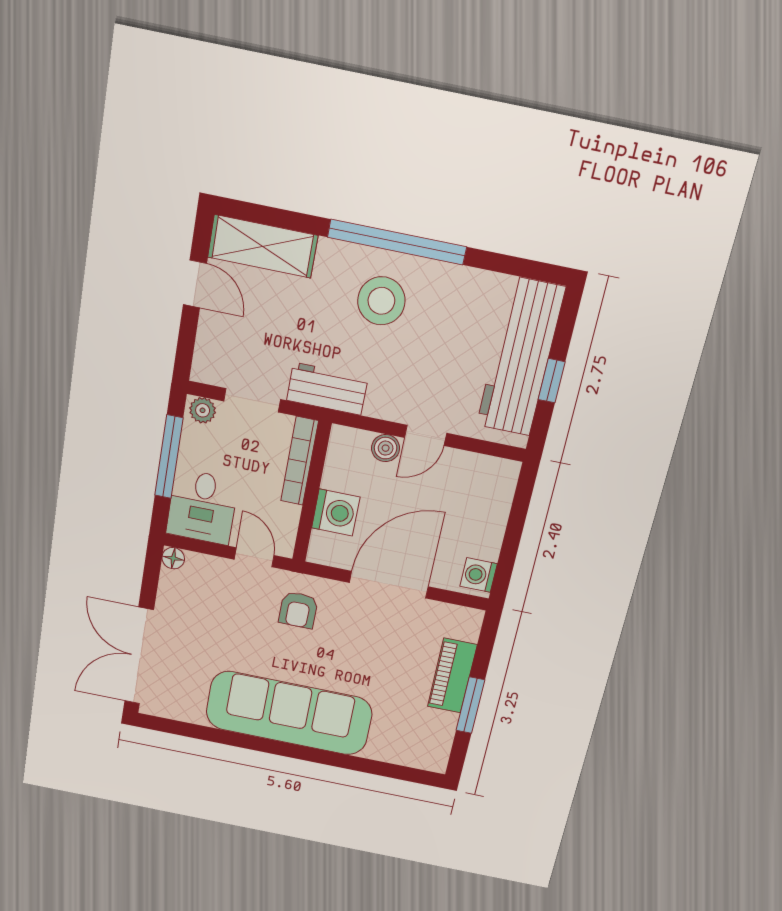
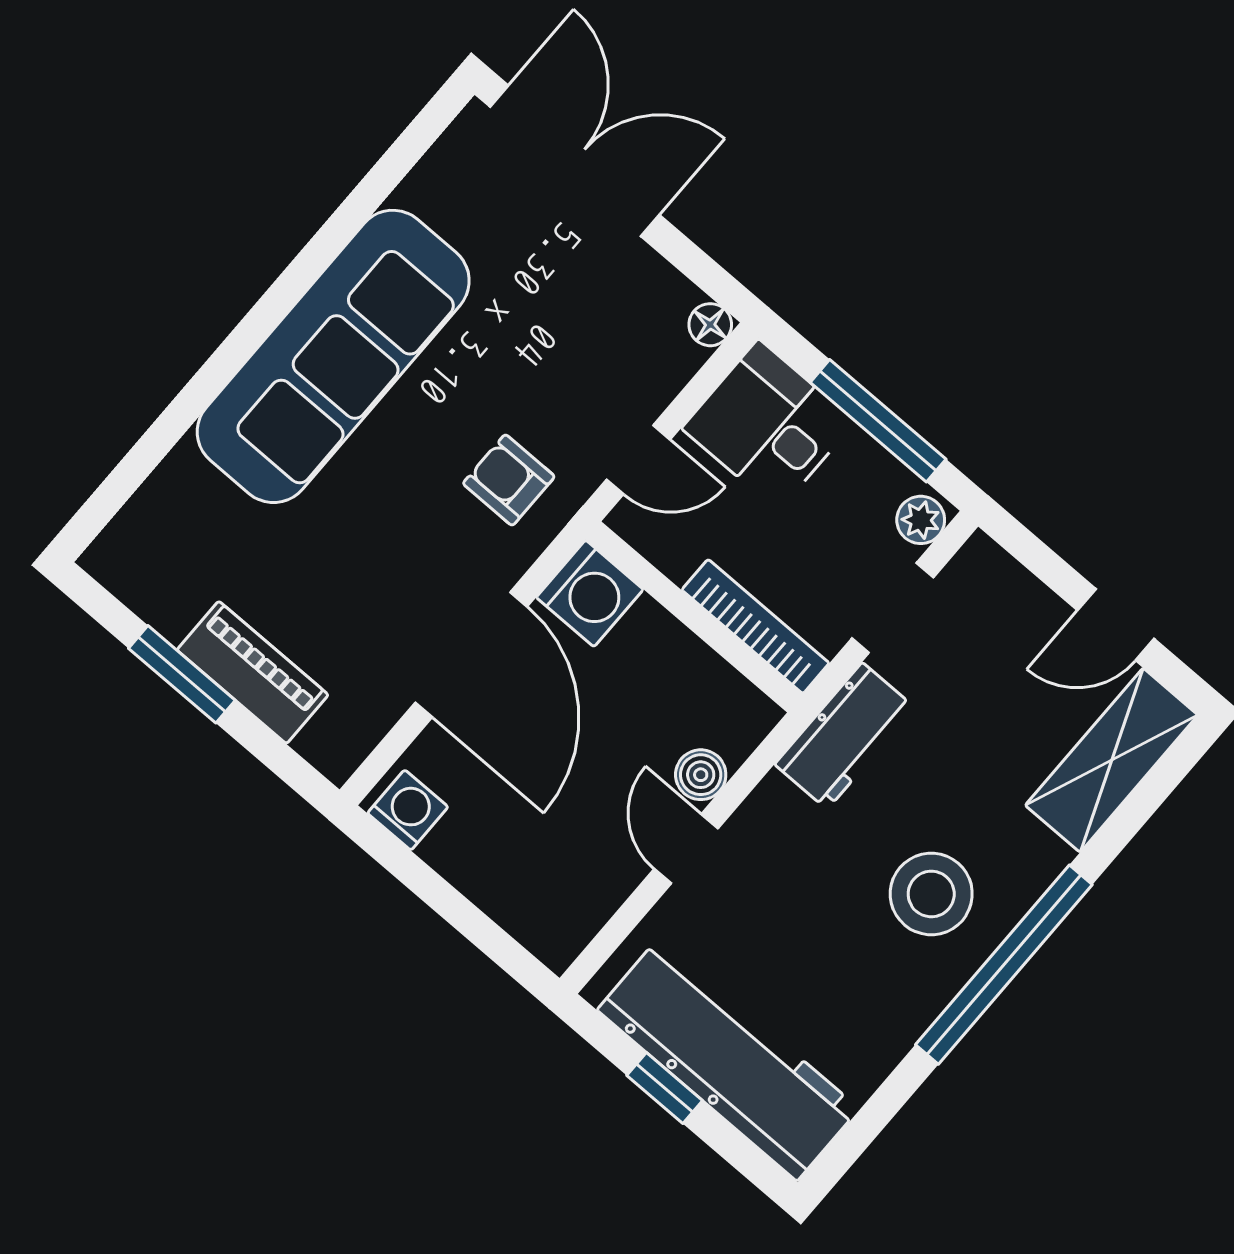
washing machine: (336, 512) -> (590, 593), moved, turned -90

